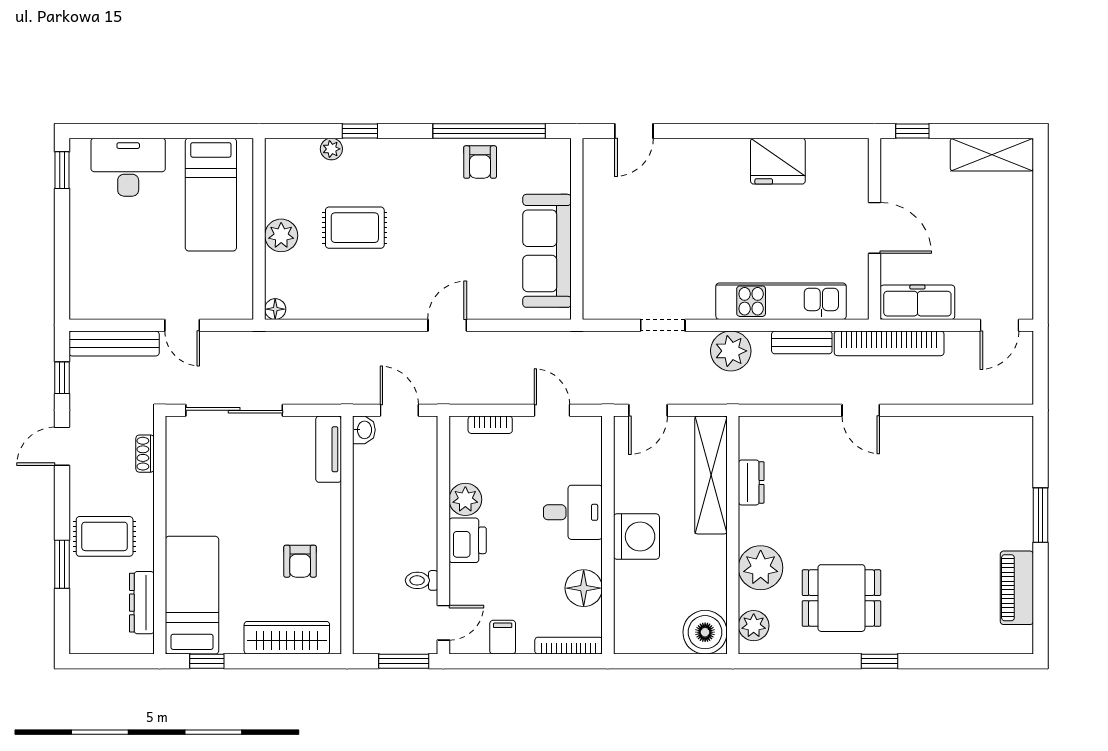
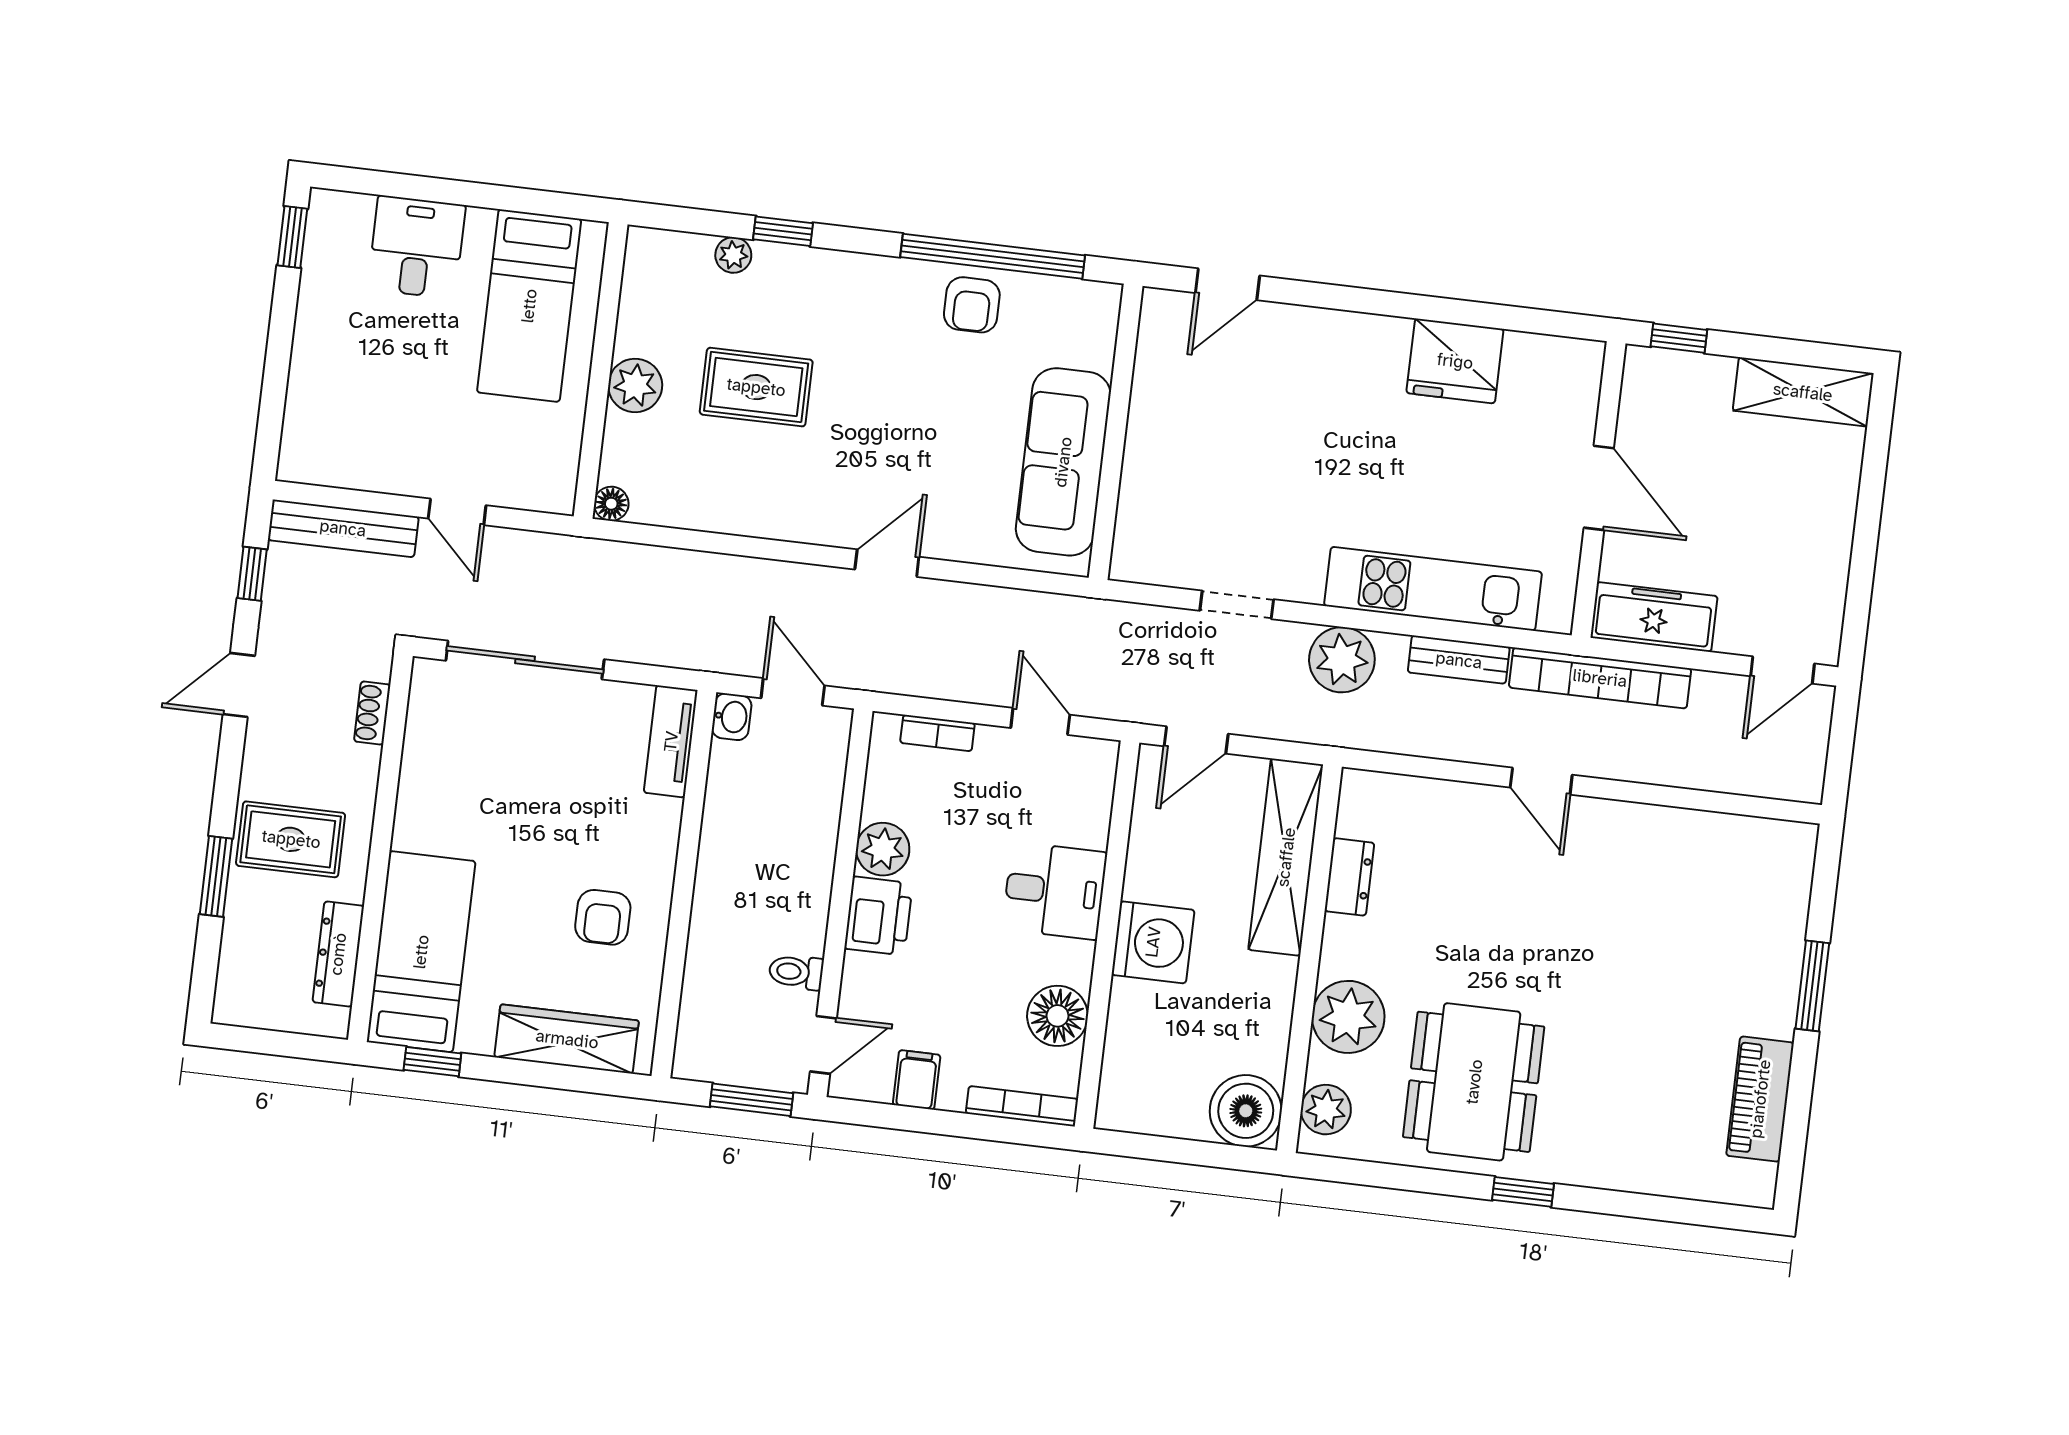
desk: (128, 167) -> (417, 247), width x0.73
dining table: (841, 598) -> (1474, 1082), width x1.38

